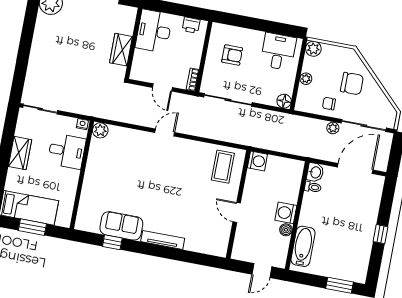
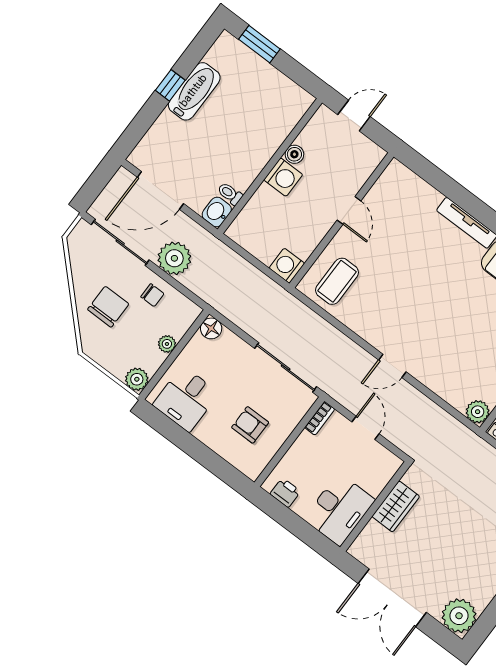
chair: (352, 84) -> (108, 307), turned 90
plant: (333, 128) -> (174, 258), width x1.87, depth x1.87
bathtub: (303, 246) -> (194, 91), moved, turned 180

